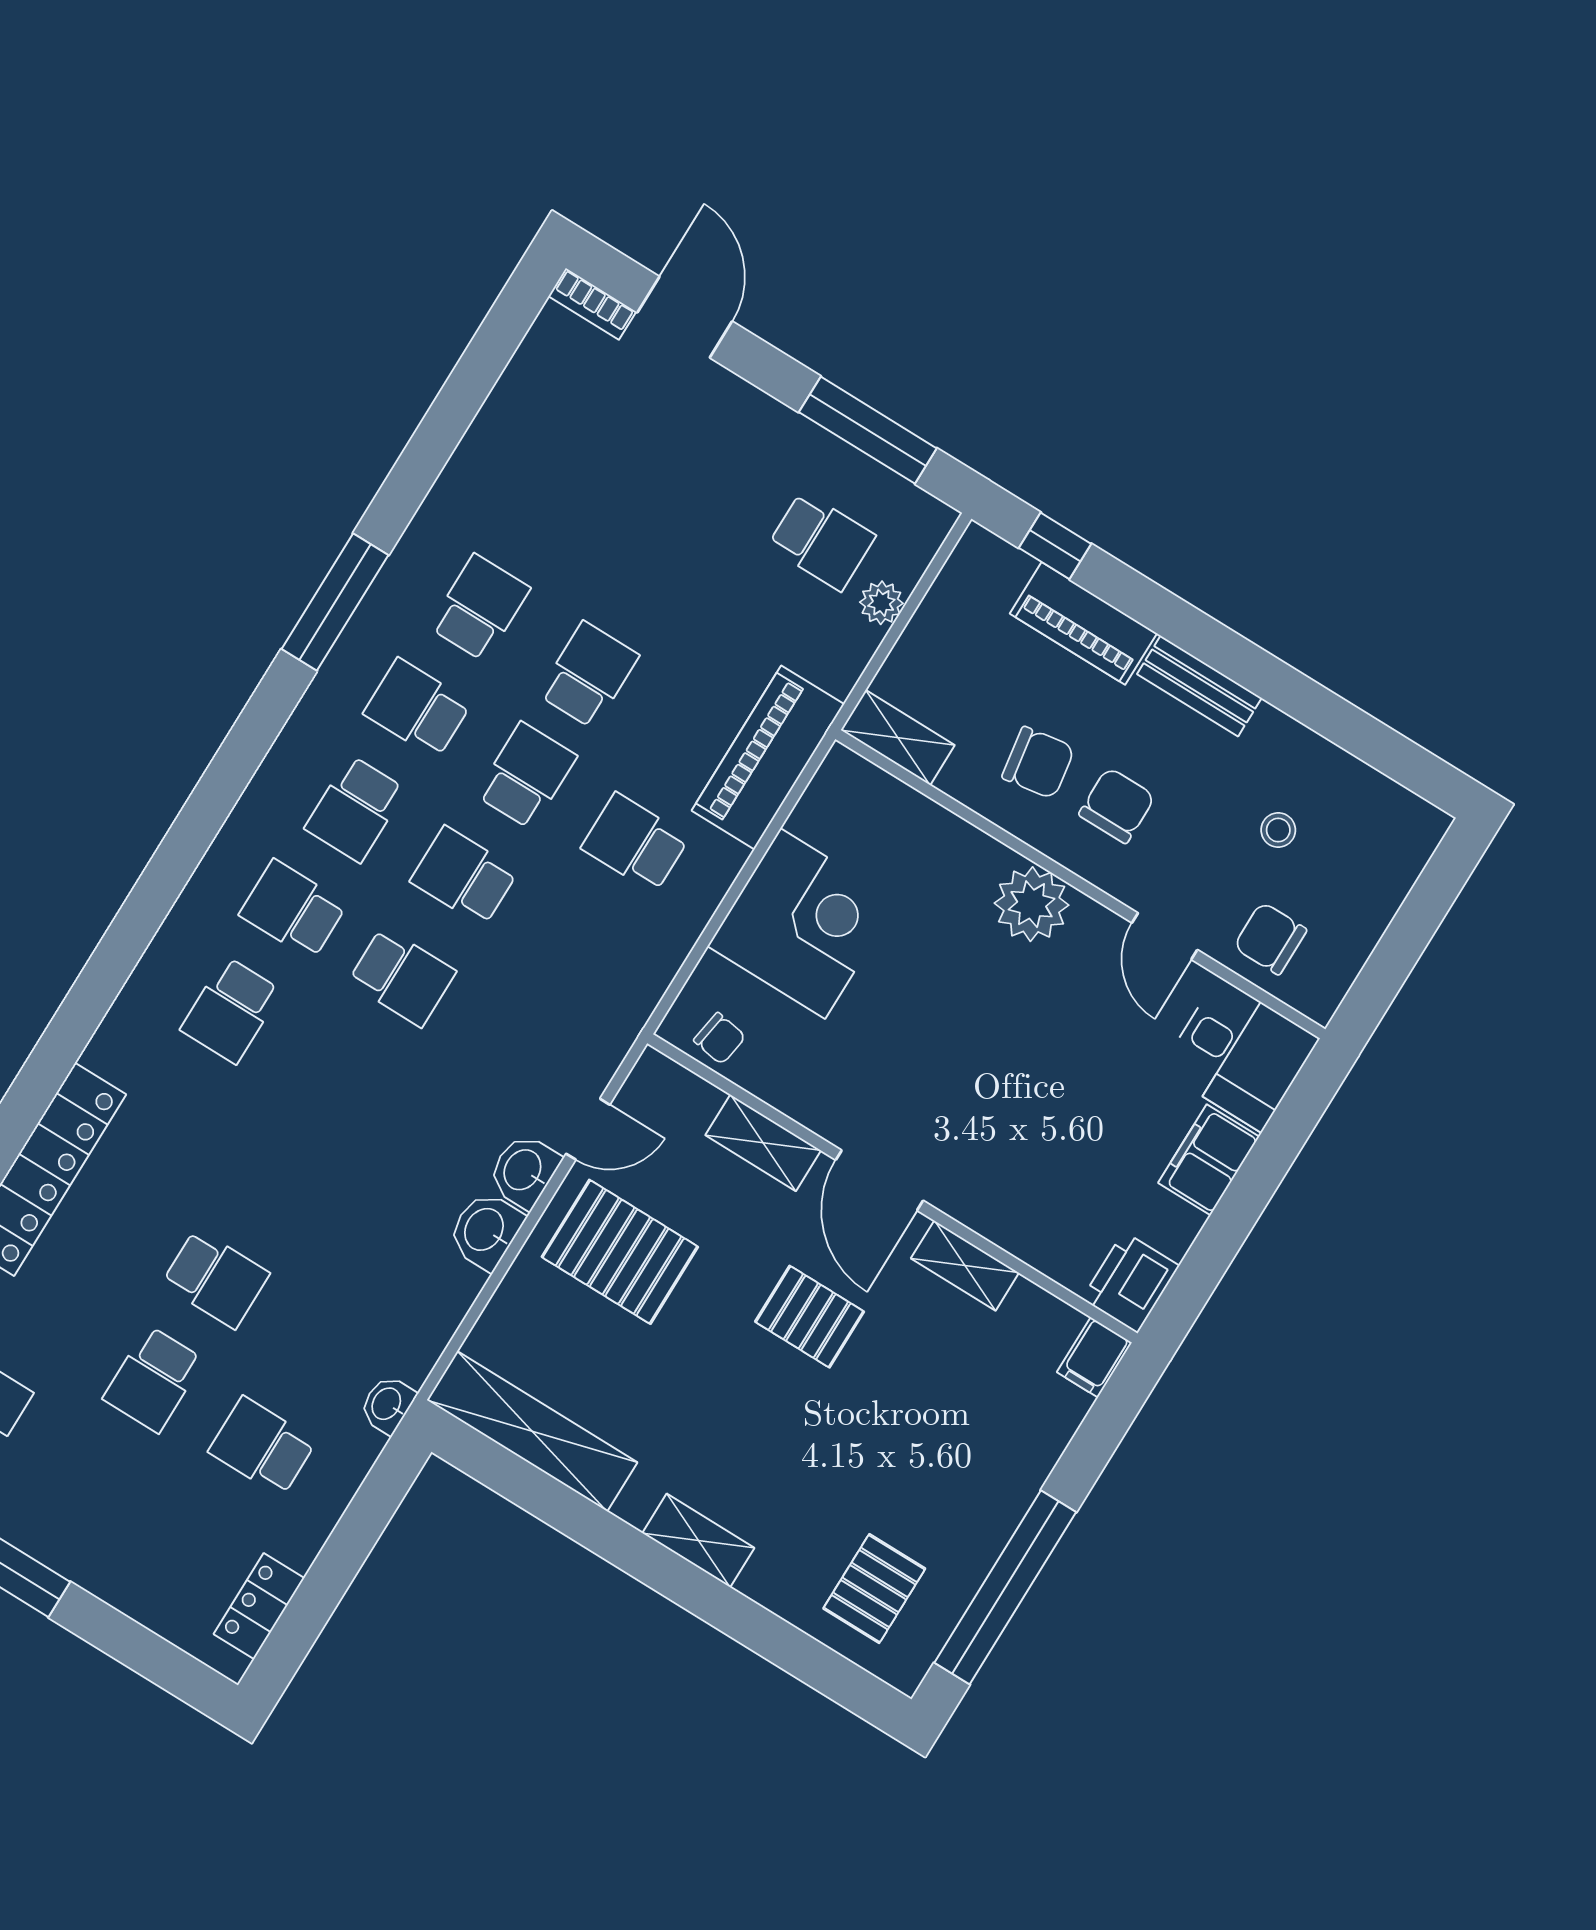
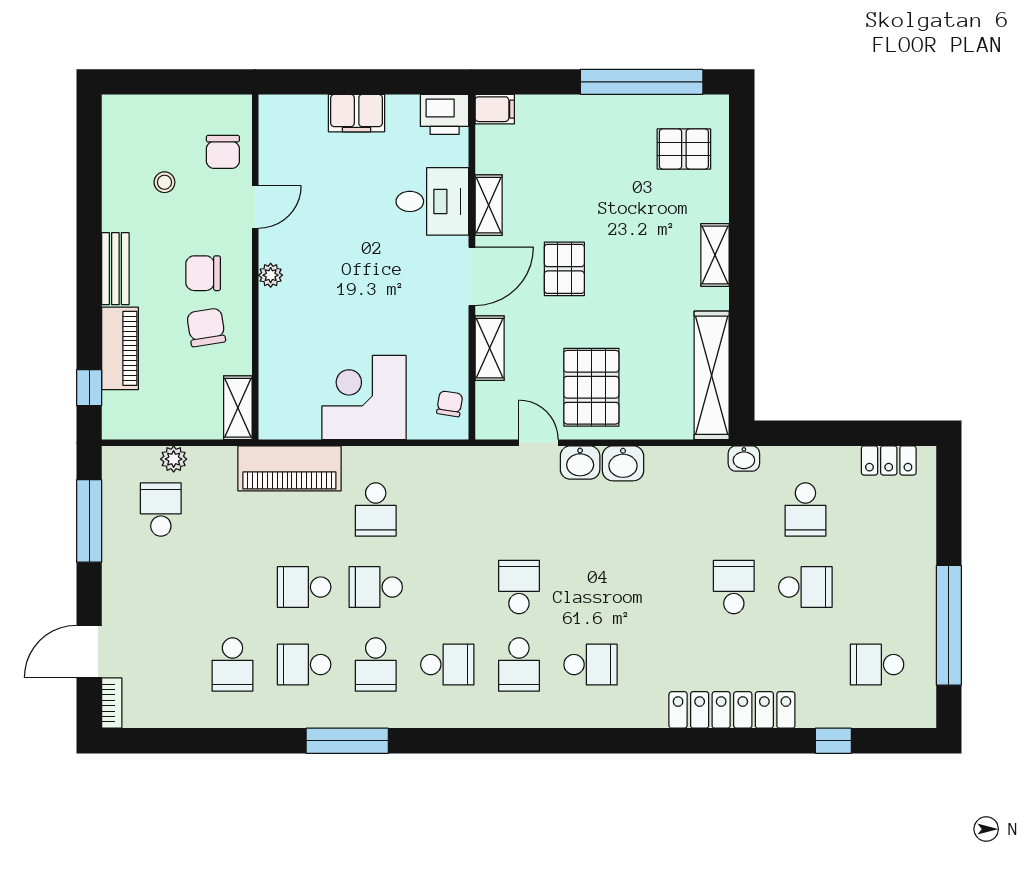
school desk: (464, 876) -> (232, 665), moved
plant: (1032, 904) -> (271, 275), width x0.53, depth x0.53
desk: (1240, 1054) -> (432, 201), moved, turned 90

